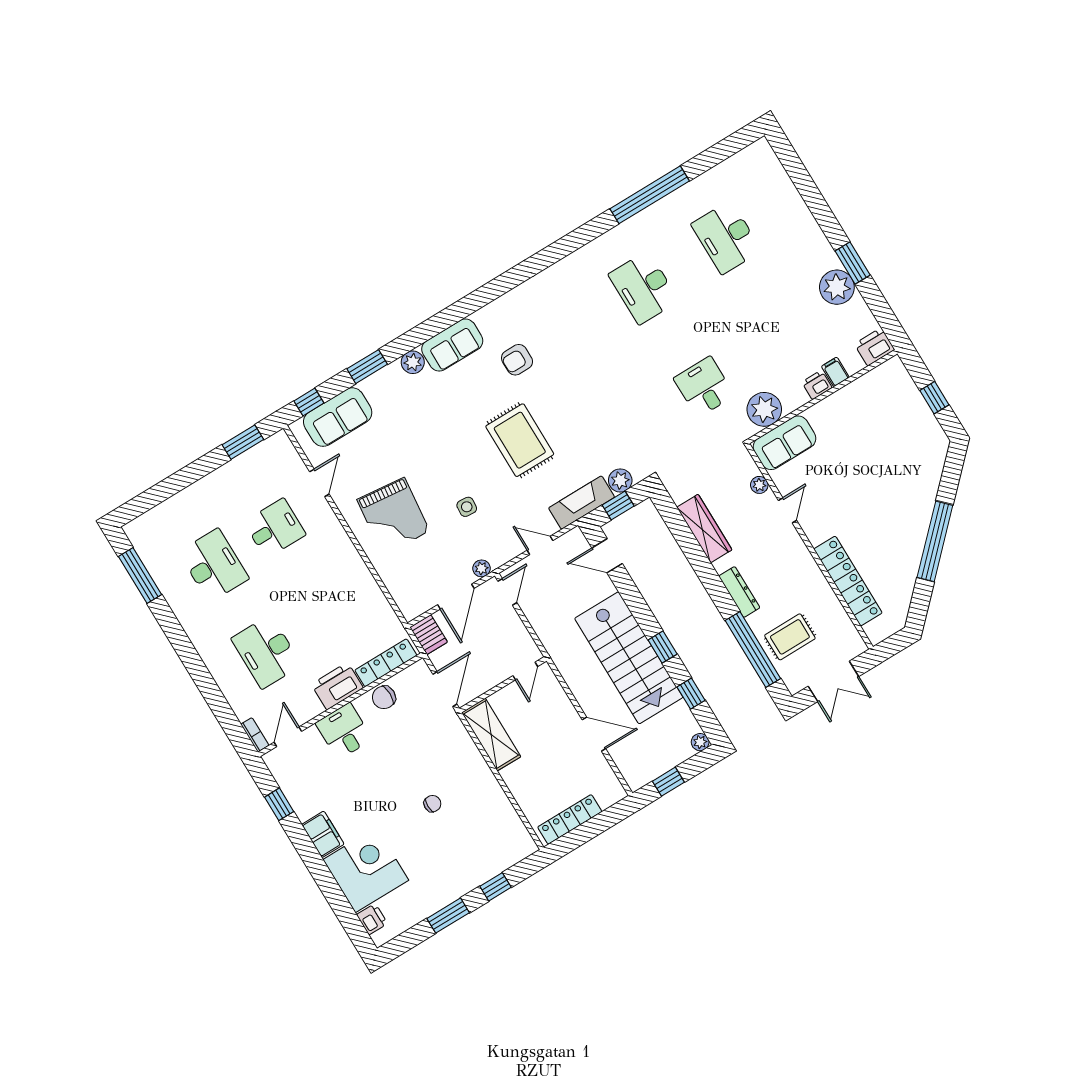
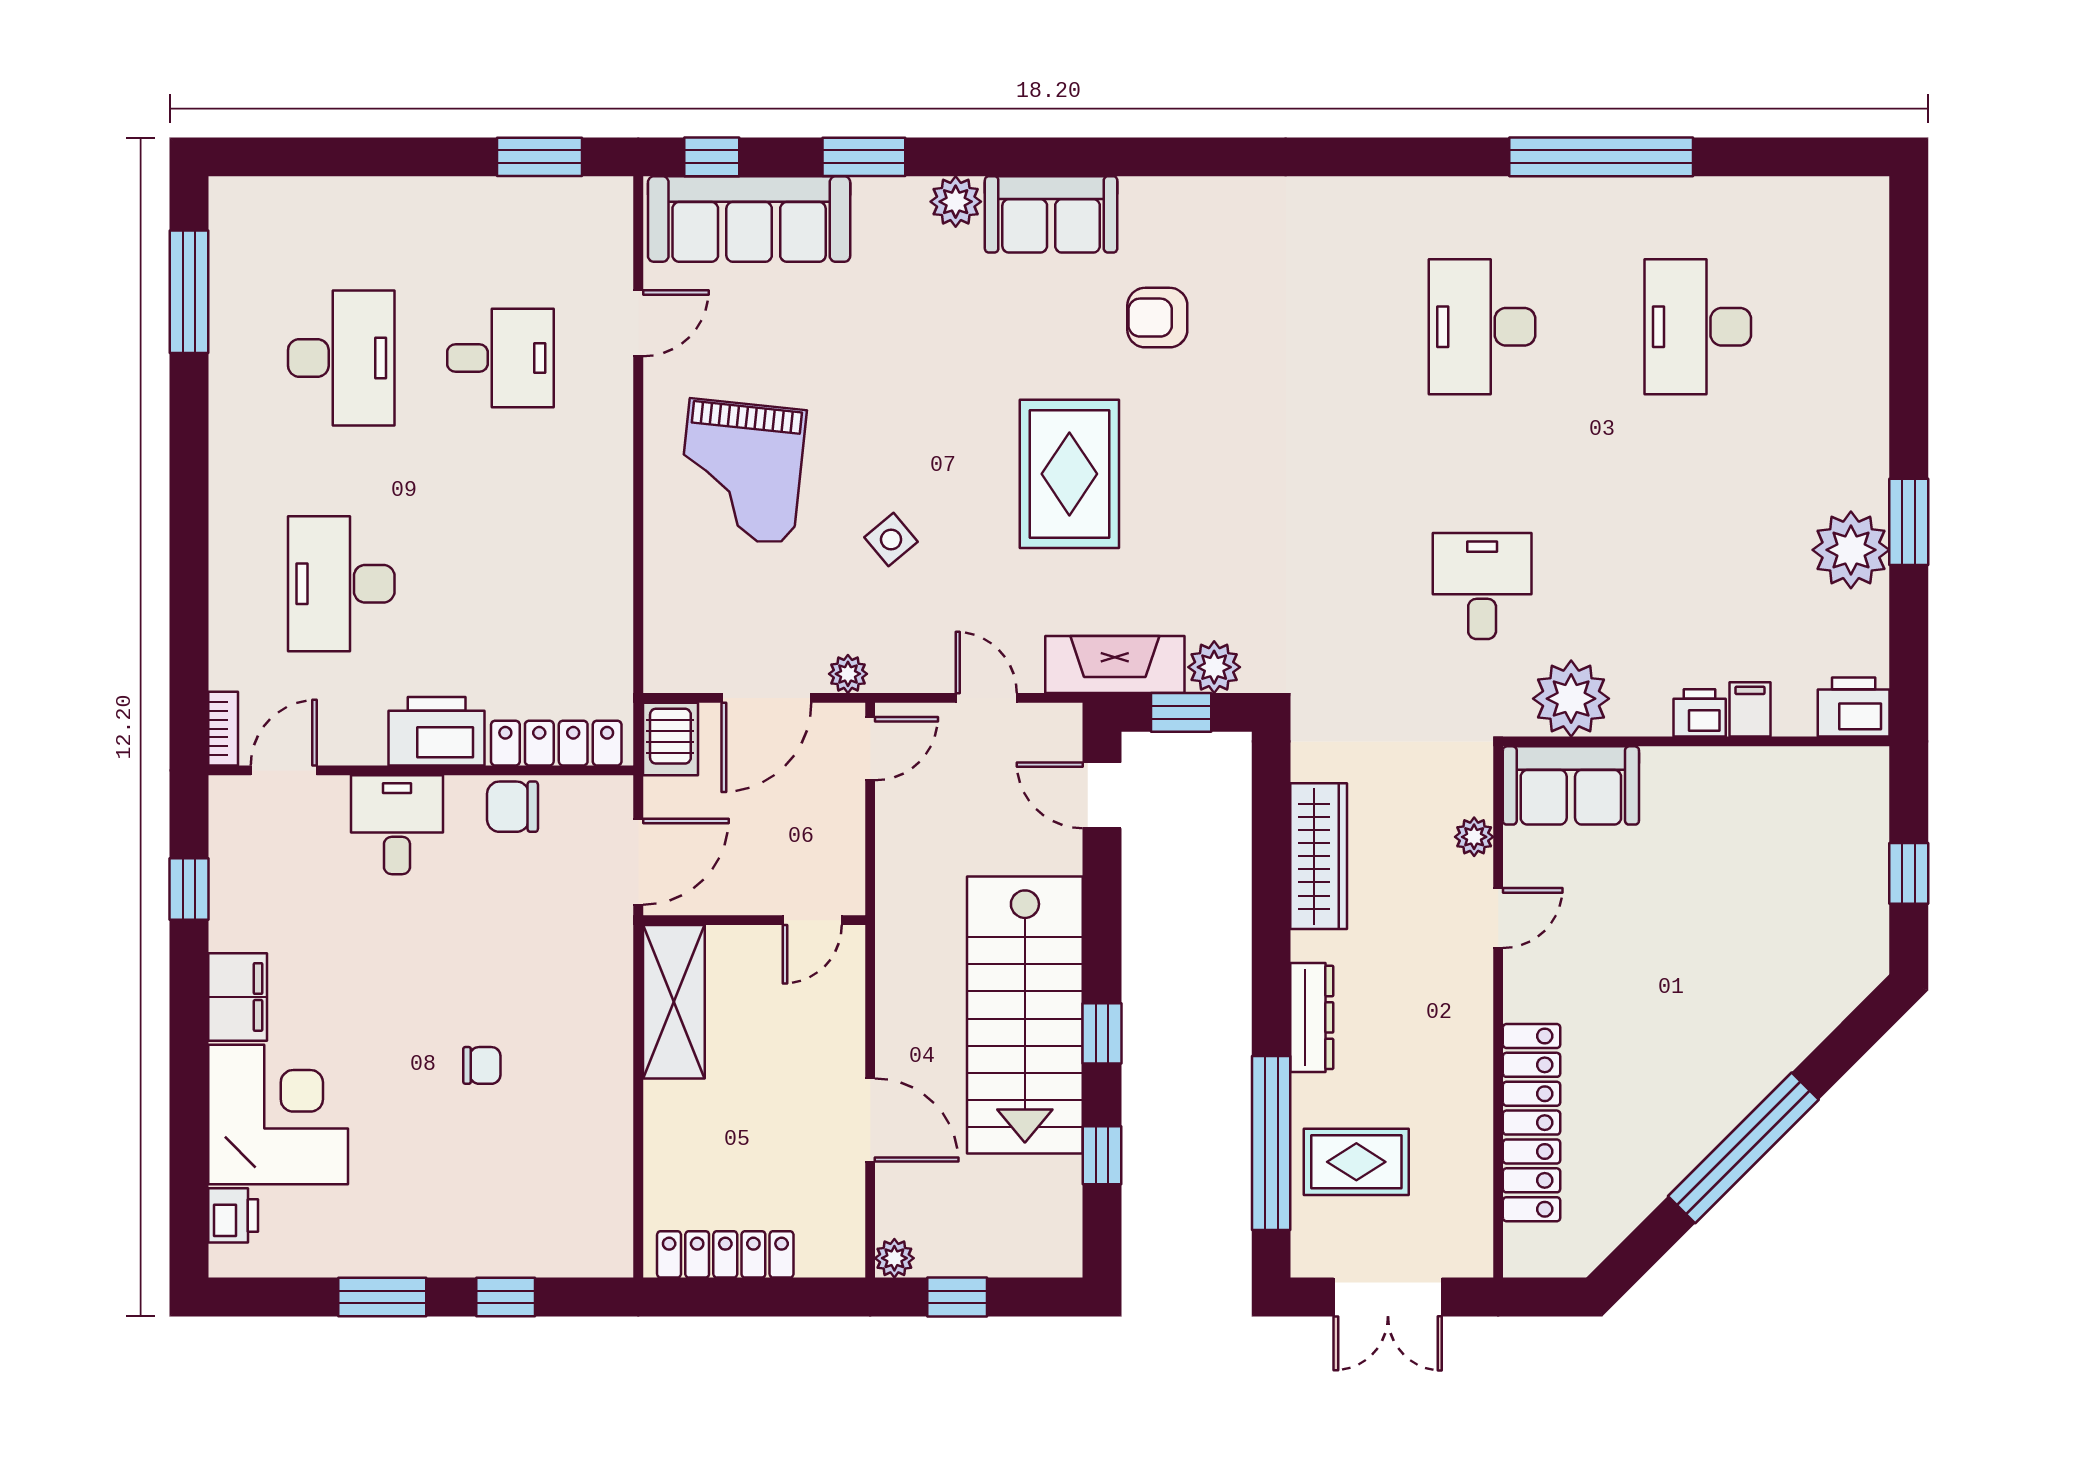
sofa: (338, 417) -> (749, 219), width x1.36
side table: (467, 507) -> (891, 540), turned 45
plant: (700, 742) -> (894, 1258), moved

